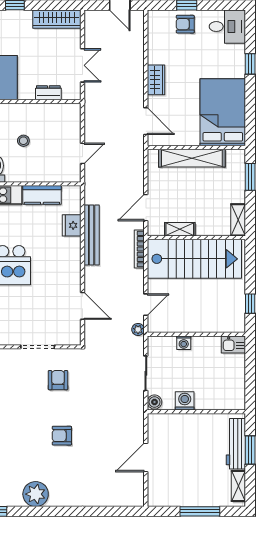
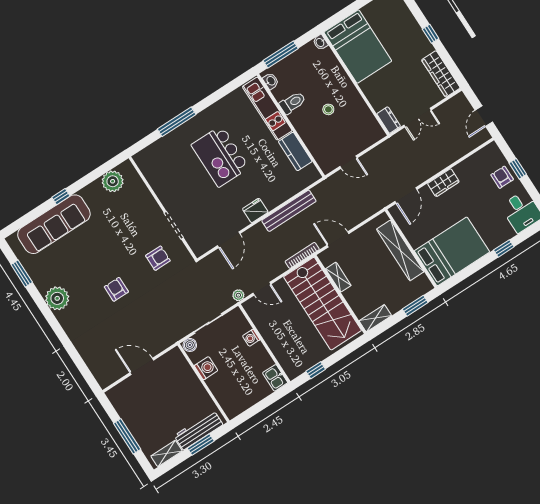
dresser: (48, 93) -> (389, 120), moved
fridge: (72, 225) -> (255, 210), moved

